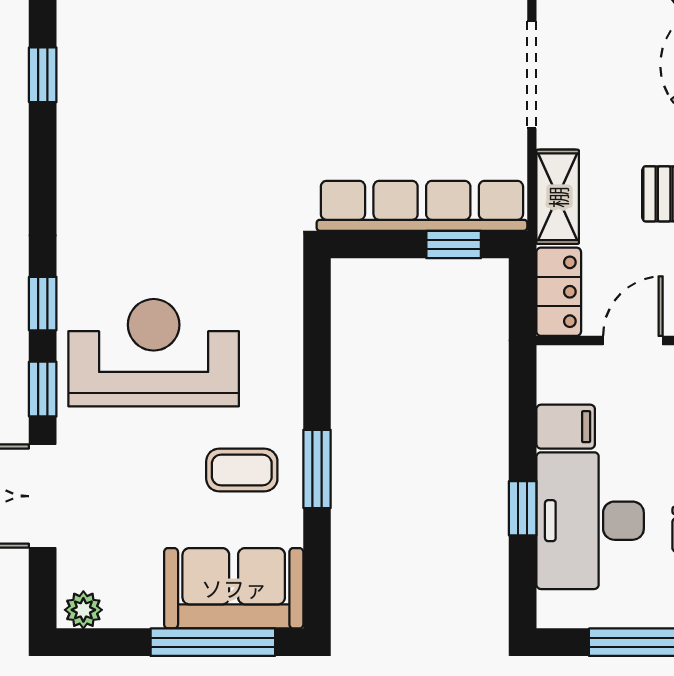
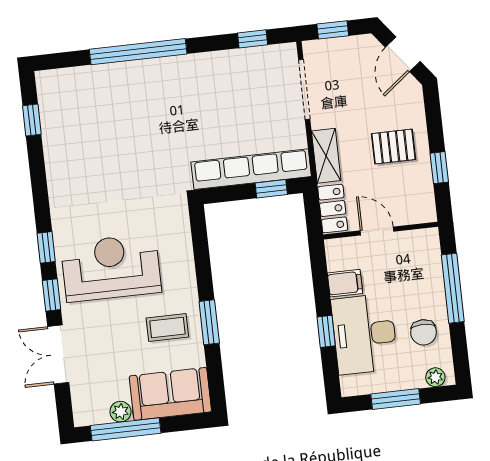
door: (633, 340) -> (377, 231), hinge flipped
plant: (83, 610) -> (120, 412), moved
window: (213, 642) -> (126, 429), moved

